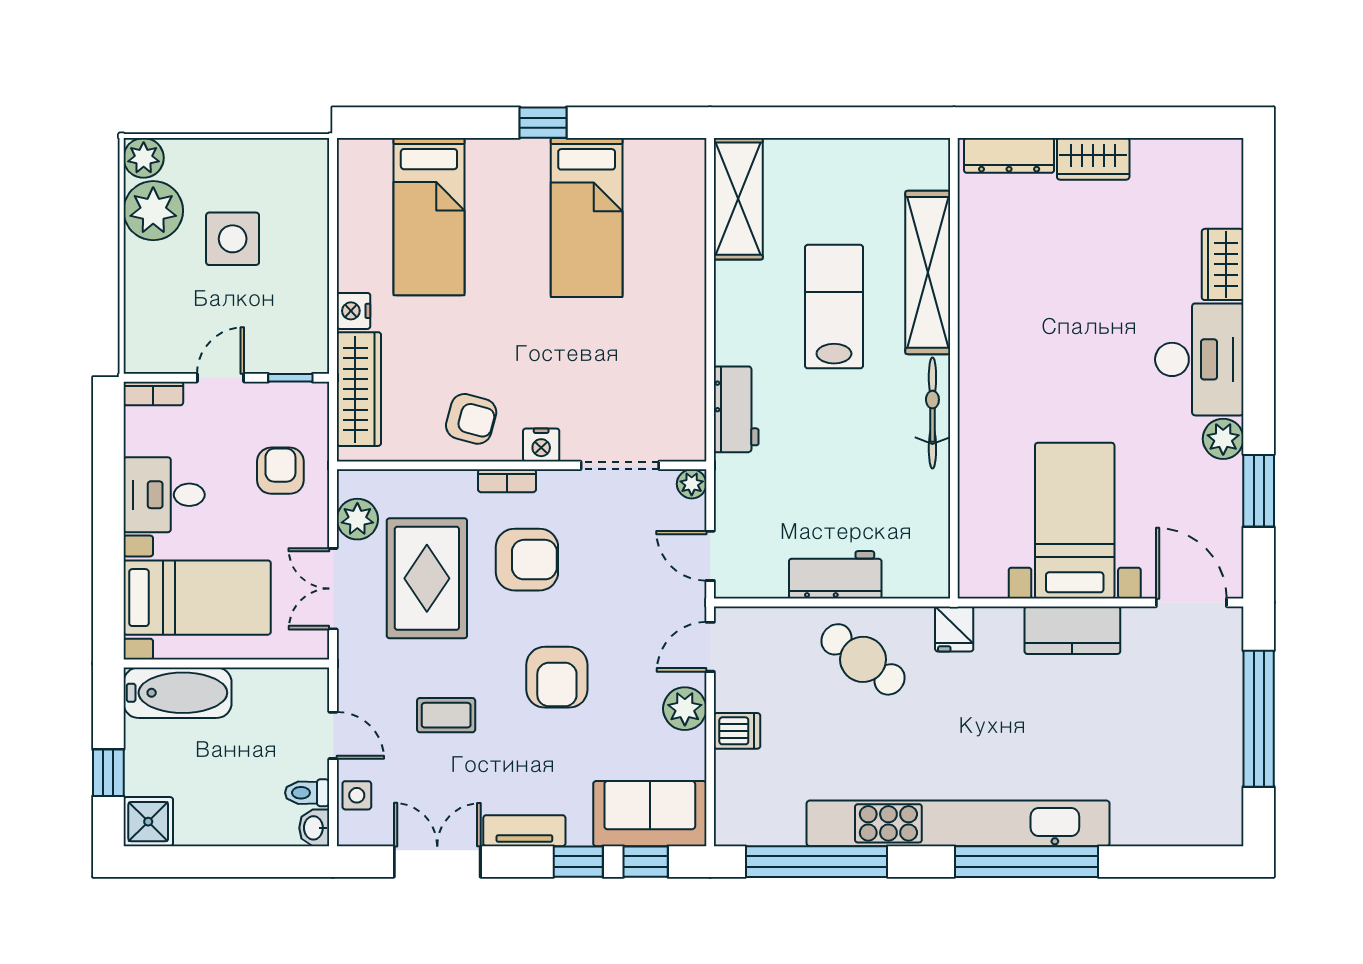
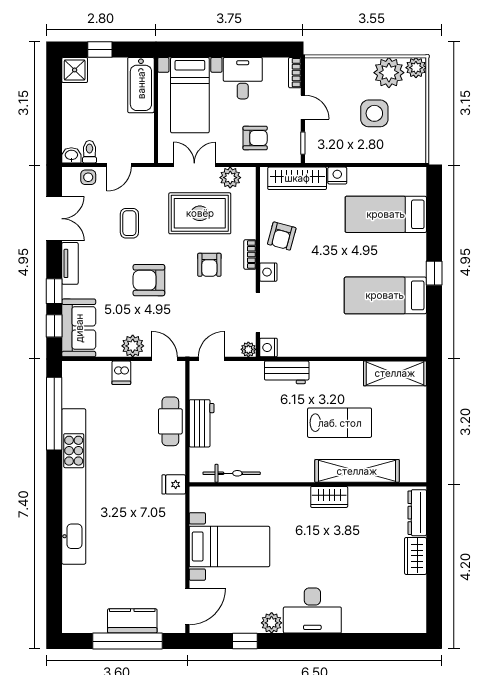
wardrobe: (1223, 264) -> (329, 497), moved, turned 180
bicycle: (932, 413) -> (232, 473), moved
nightstand: (688, 445) -> (269, 348), added
window: (1259, 491) -> (245, 641), width x0.67
armchair: (527, 560) -> (209, 265), width x0.72, depth x0.72
kitchen counter: (1072, 630) -> (132, 621), moved, turned 90
cafe table: (863, 659) -> (170, 421), moved, turned -37
window: (1026, 862) -> (54, 522), removed

